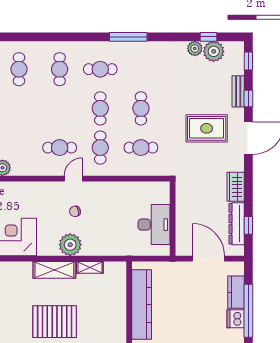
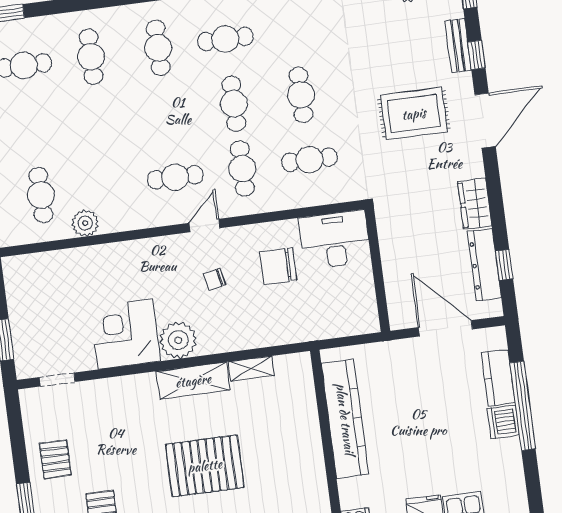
chair: (114, 208) -> (278, 266), added
desk: (154, 225) -> (335, 240), moved, turned -90
plant: (70, 245) -> (178, 340), moved

